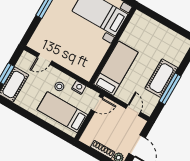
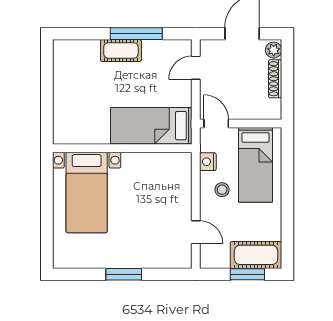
cot: (161, 78) -> (121, 50), width x0.73, depth x0.75

